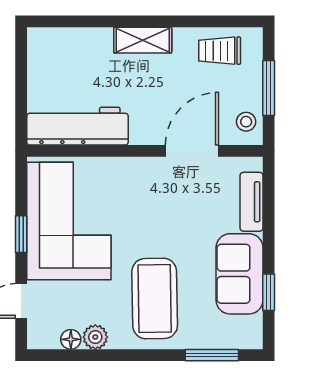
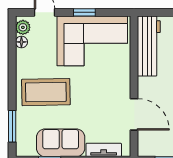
stool: (246, 122) -> (151, 147), removed
plant: (95, 337) -> (23, 27), moved

